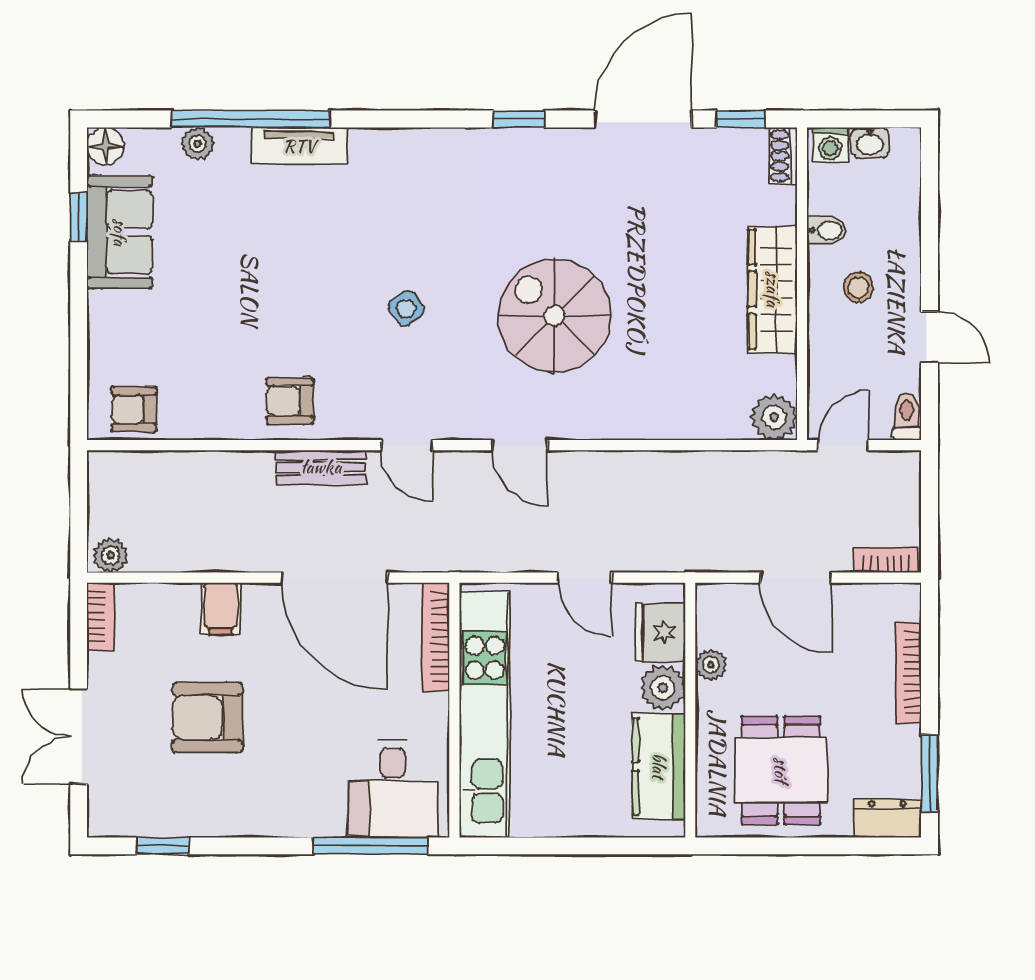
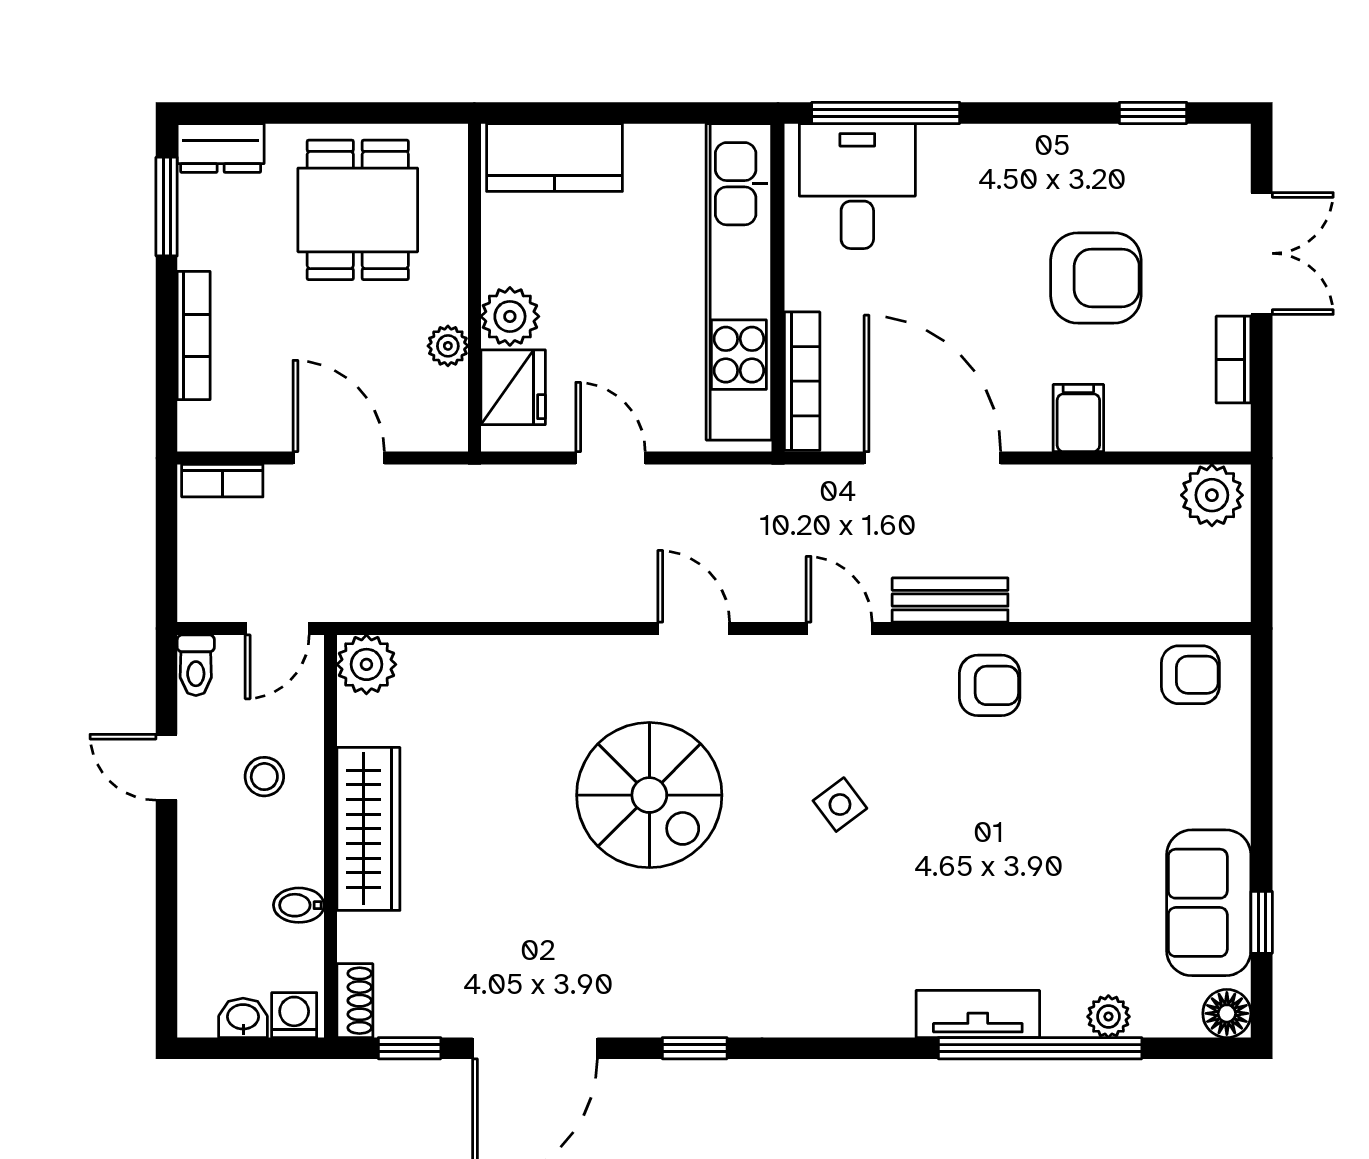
stool: (858, 287) -> (264, 777), moved
plant: (111, 555) -> (1212, 495), width x1.38, depth x1.38
bookcase: (100, 616) -> (1234, 360), moved
kitchen counter: (659, 766) -> (555, 158), moved, turned 90

